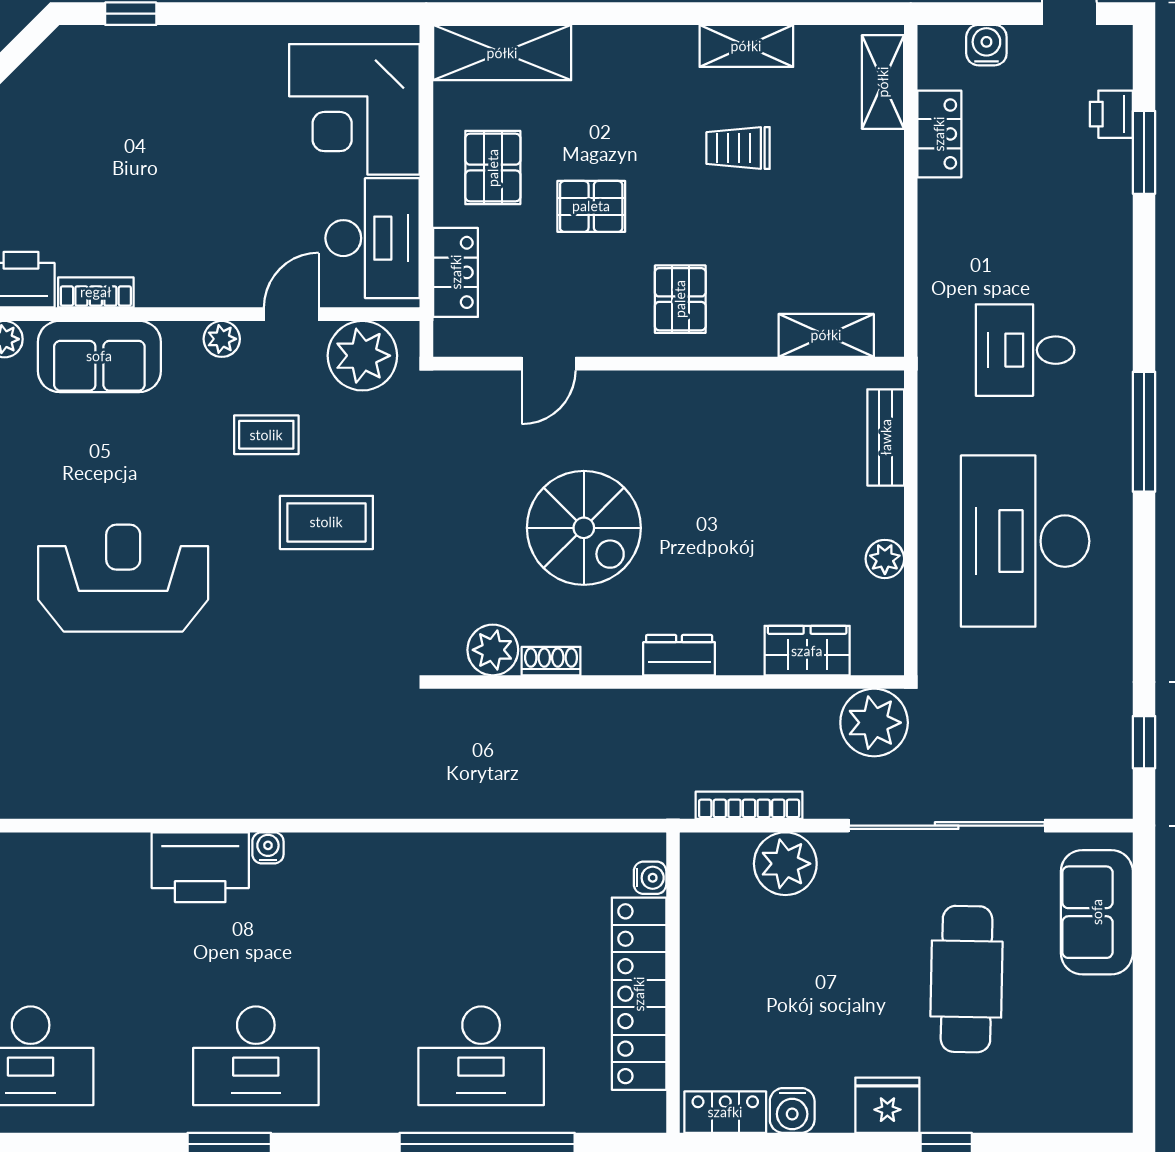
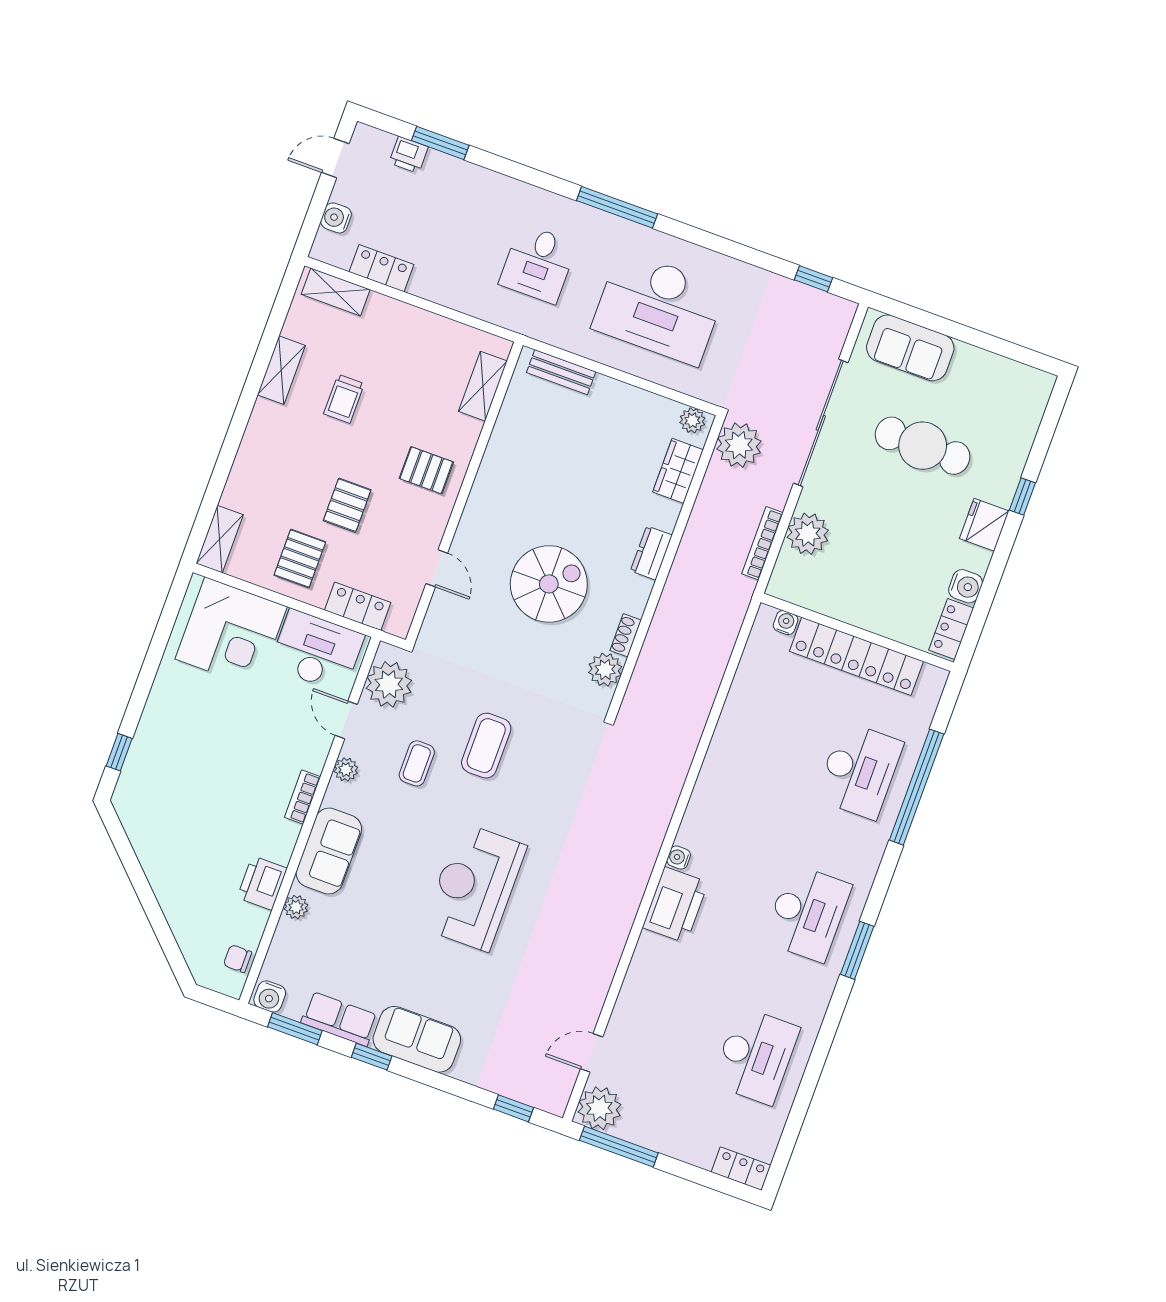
shelving: (502, 53) -> (220, 539), width x0.67, depth x0.75
pallet: (493, 168) -> (300, 559), turned 90
bookcase: (96, 292) -> (303, 797), moved
plant: (885, 559) -> (692, 420), moved

